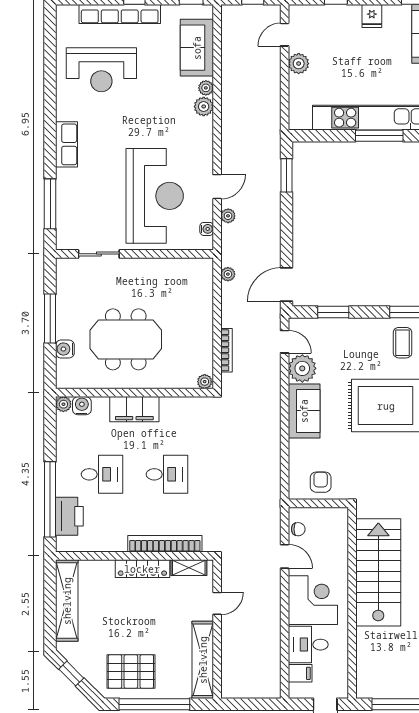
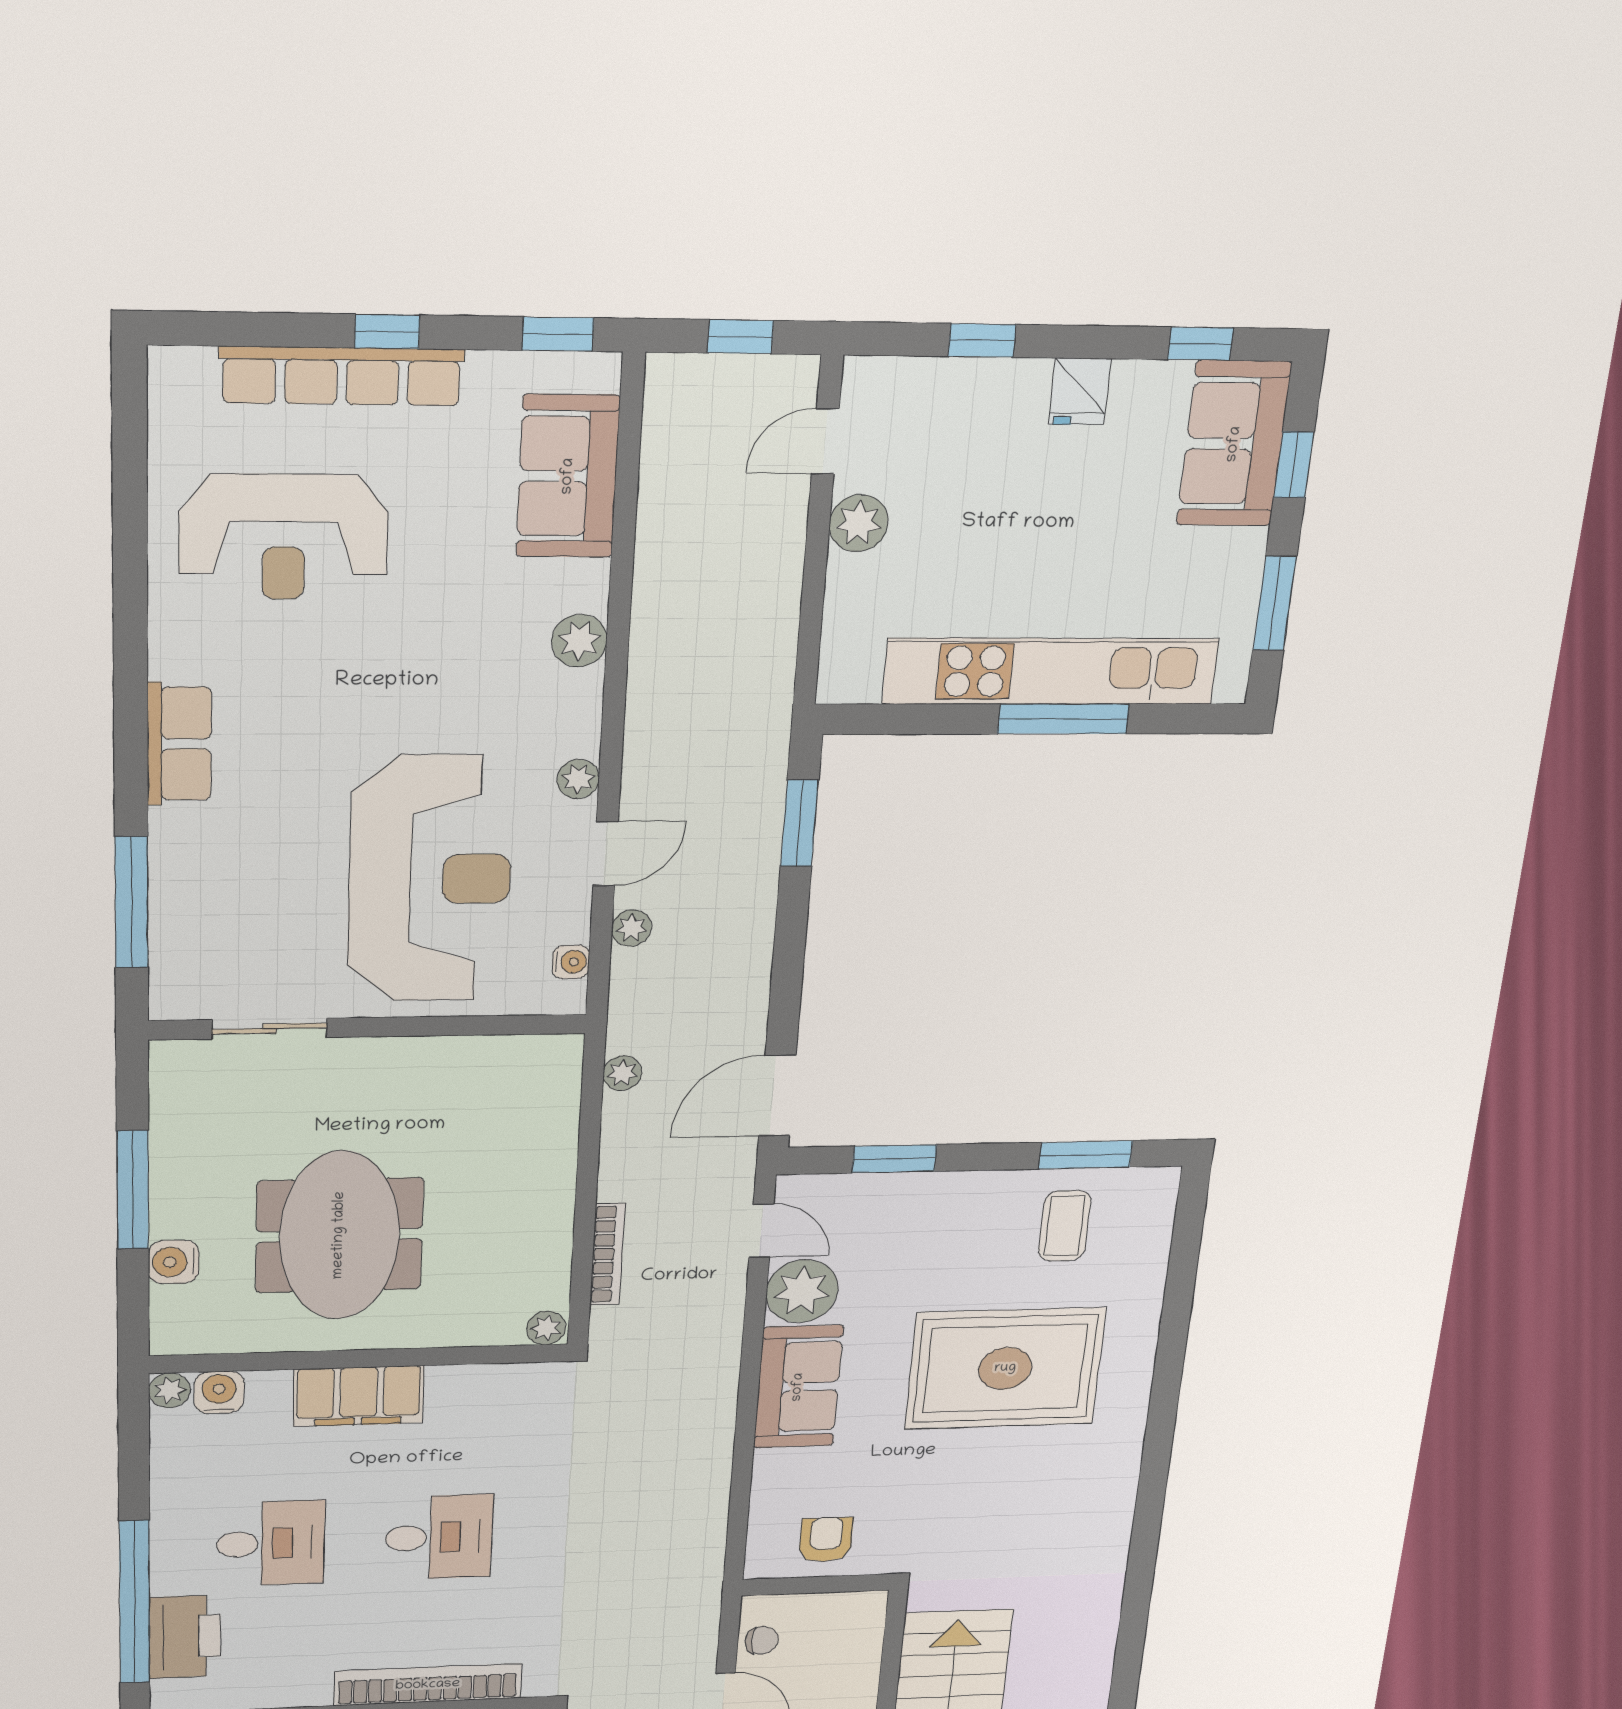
plant: (206, 88) -> (578, 779), moved
meeting table: (126, 339) -> (339, 1235), turned 90

